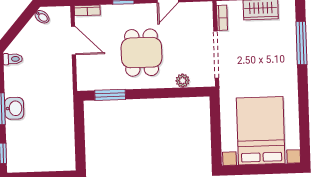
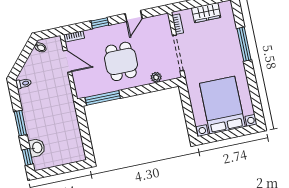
window: (301, 43) -> (244, 44), moved
window: (110, 95) -> (103, 98), width x1.44
washbasin: (14, 108) -> (37, 148), moved

